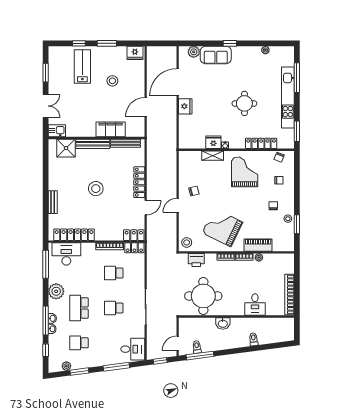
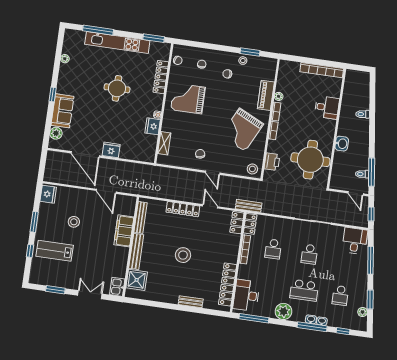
shelving: (213, 156) -> (164, 143), moved
bench: (151, 244) -> (249, 206), added

